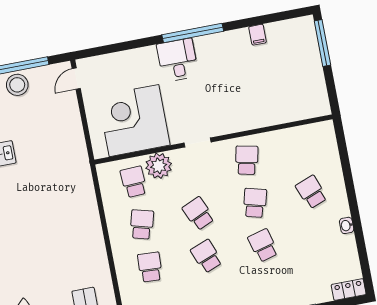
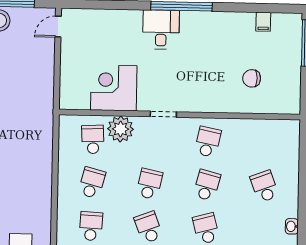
filing cabinet: (258, 35) -> (263, 22), moved
chair: (276, 89) -> (252, 78), added
corner desk: (134, 121) -> (114, 88), width x0.74, depth x0.74
school desk: (198, 214) -> (149, 184), turned 36

